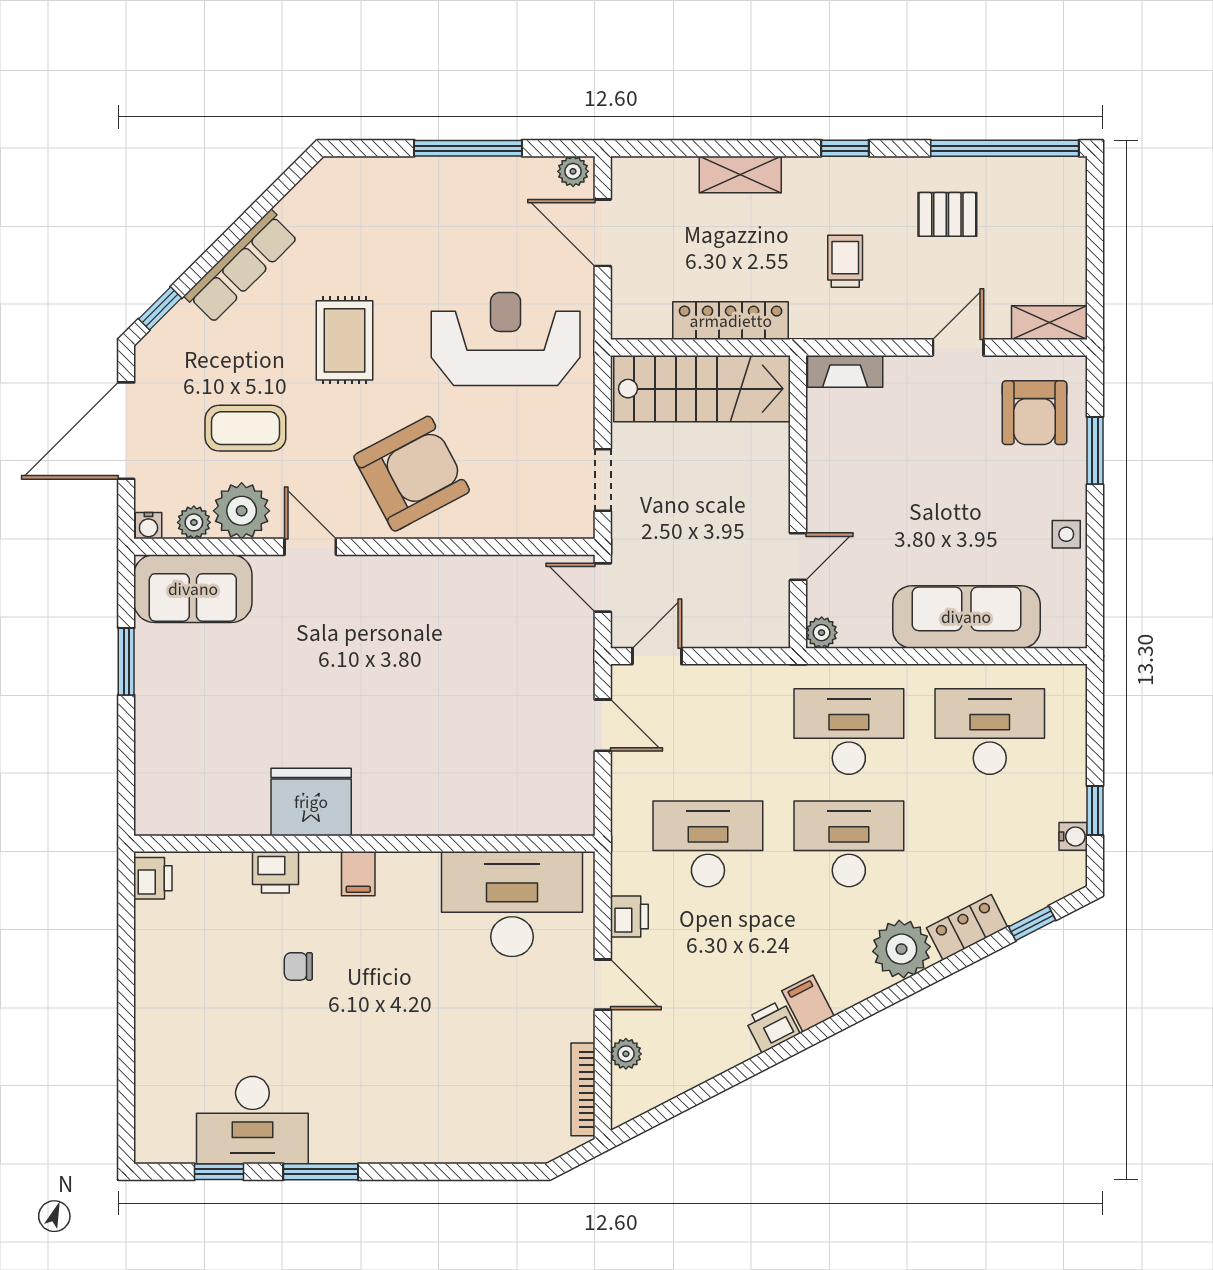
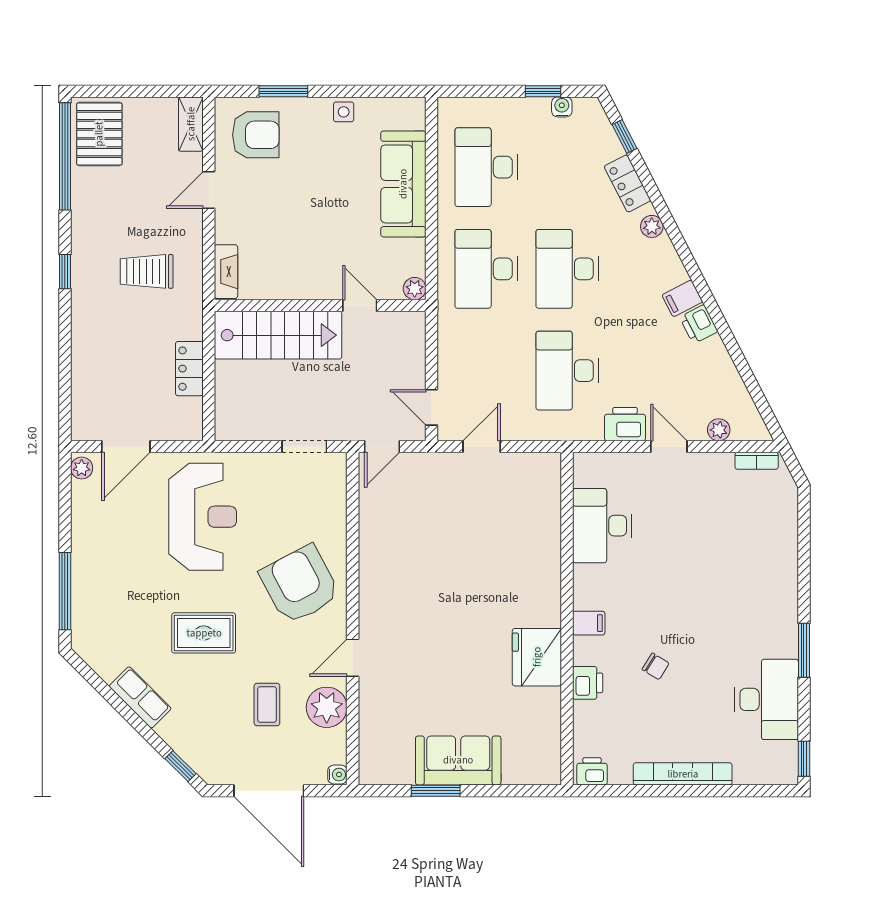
window: (468, 148) -> (65, 591), moved
shelving: (740, 174) -> (84, 347), removed
pallet: (947, 214) -> (99, 134), moved, width x1.50, depth x1.42
trolley: (845, 261) -> (147, 271), width x1.36, depth x1.39
row of seats: (241, 267) -> (140, 697), width x0.68
locker: (731, 321) -> (189, 369), width x0.66
reception desk: (506, 339) -> (203, 517), turned 180
door: (958, 347) -> (209, 190), hinge flipped
stairs: (702, 389) -> (278, 335), moved, turned 90
coffee table: (245, 428) -> (267, 704), width x0.73, depth x0.77
plant: (194, 522) -> (335, 742), removed
sofa: (193, 589) -> (458, 760), moved, turned -90
desk: (512, 904) -> (602, 526), width x0.73, depth x0.77
printer: (629, 916) -> (625, 424), width x1.36, depth x1.24
plant: (901, 949) -> (652, 226), width x0.53, depth x0.53
chair: (298, 966) -> (656, 666), turned -58
door: (603, 985) -> (669, 447), hinge flipped
bookcase: (149, 1004) -> (683, 774), added
bookcase: (583, 1089) -> (757, 461), width x0.64
window: (219, 1172) -> (804, 759), moved

